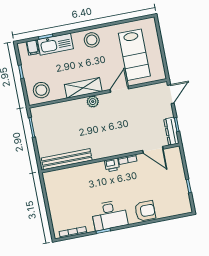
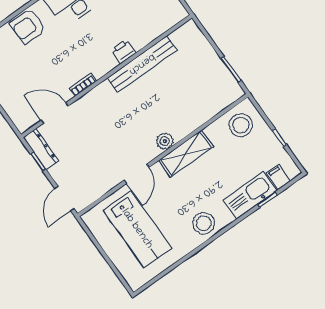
lab bench: (134, 55) -> (137, 229), turned 180
bench: (67, 159) -> (142, 64), moved
printer: (112, 165) -> (124, 51), moved

